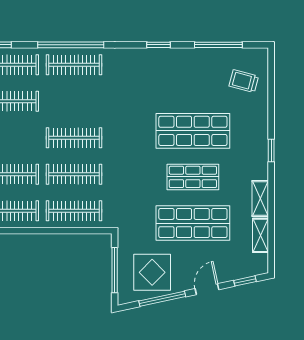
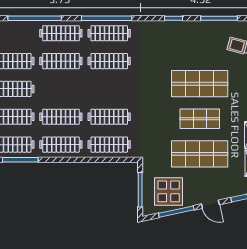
clothes rail: (74, 138) -> (109, 61), moved
door: (207, 289) -> (210, 204), swing flipped

